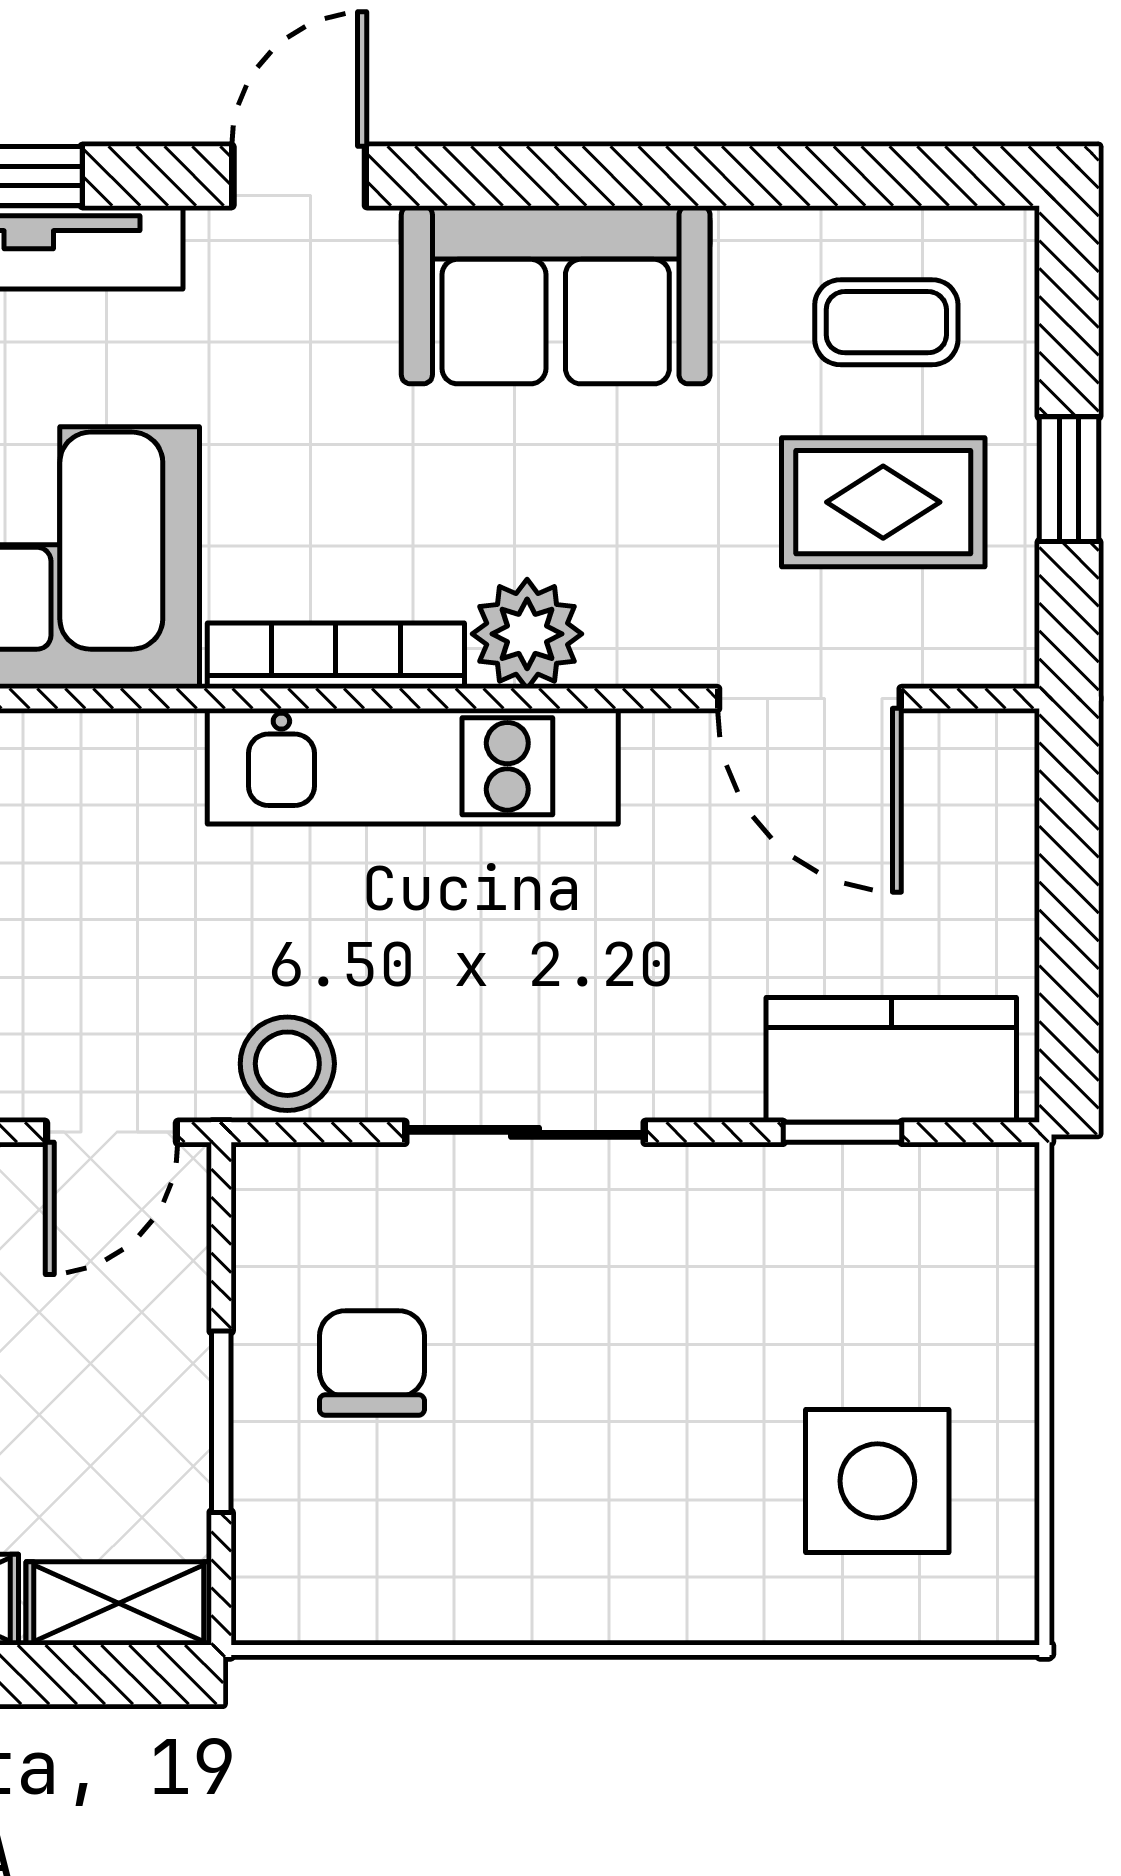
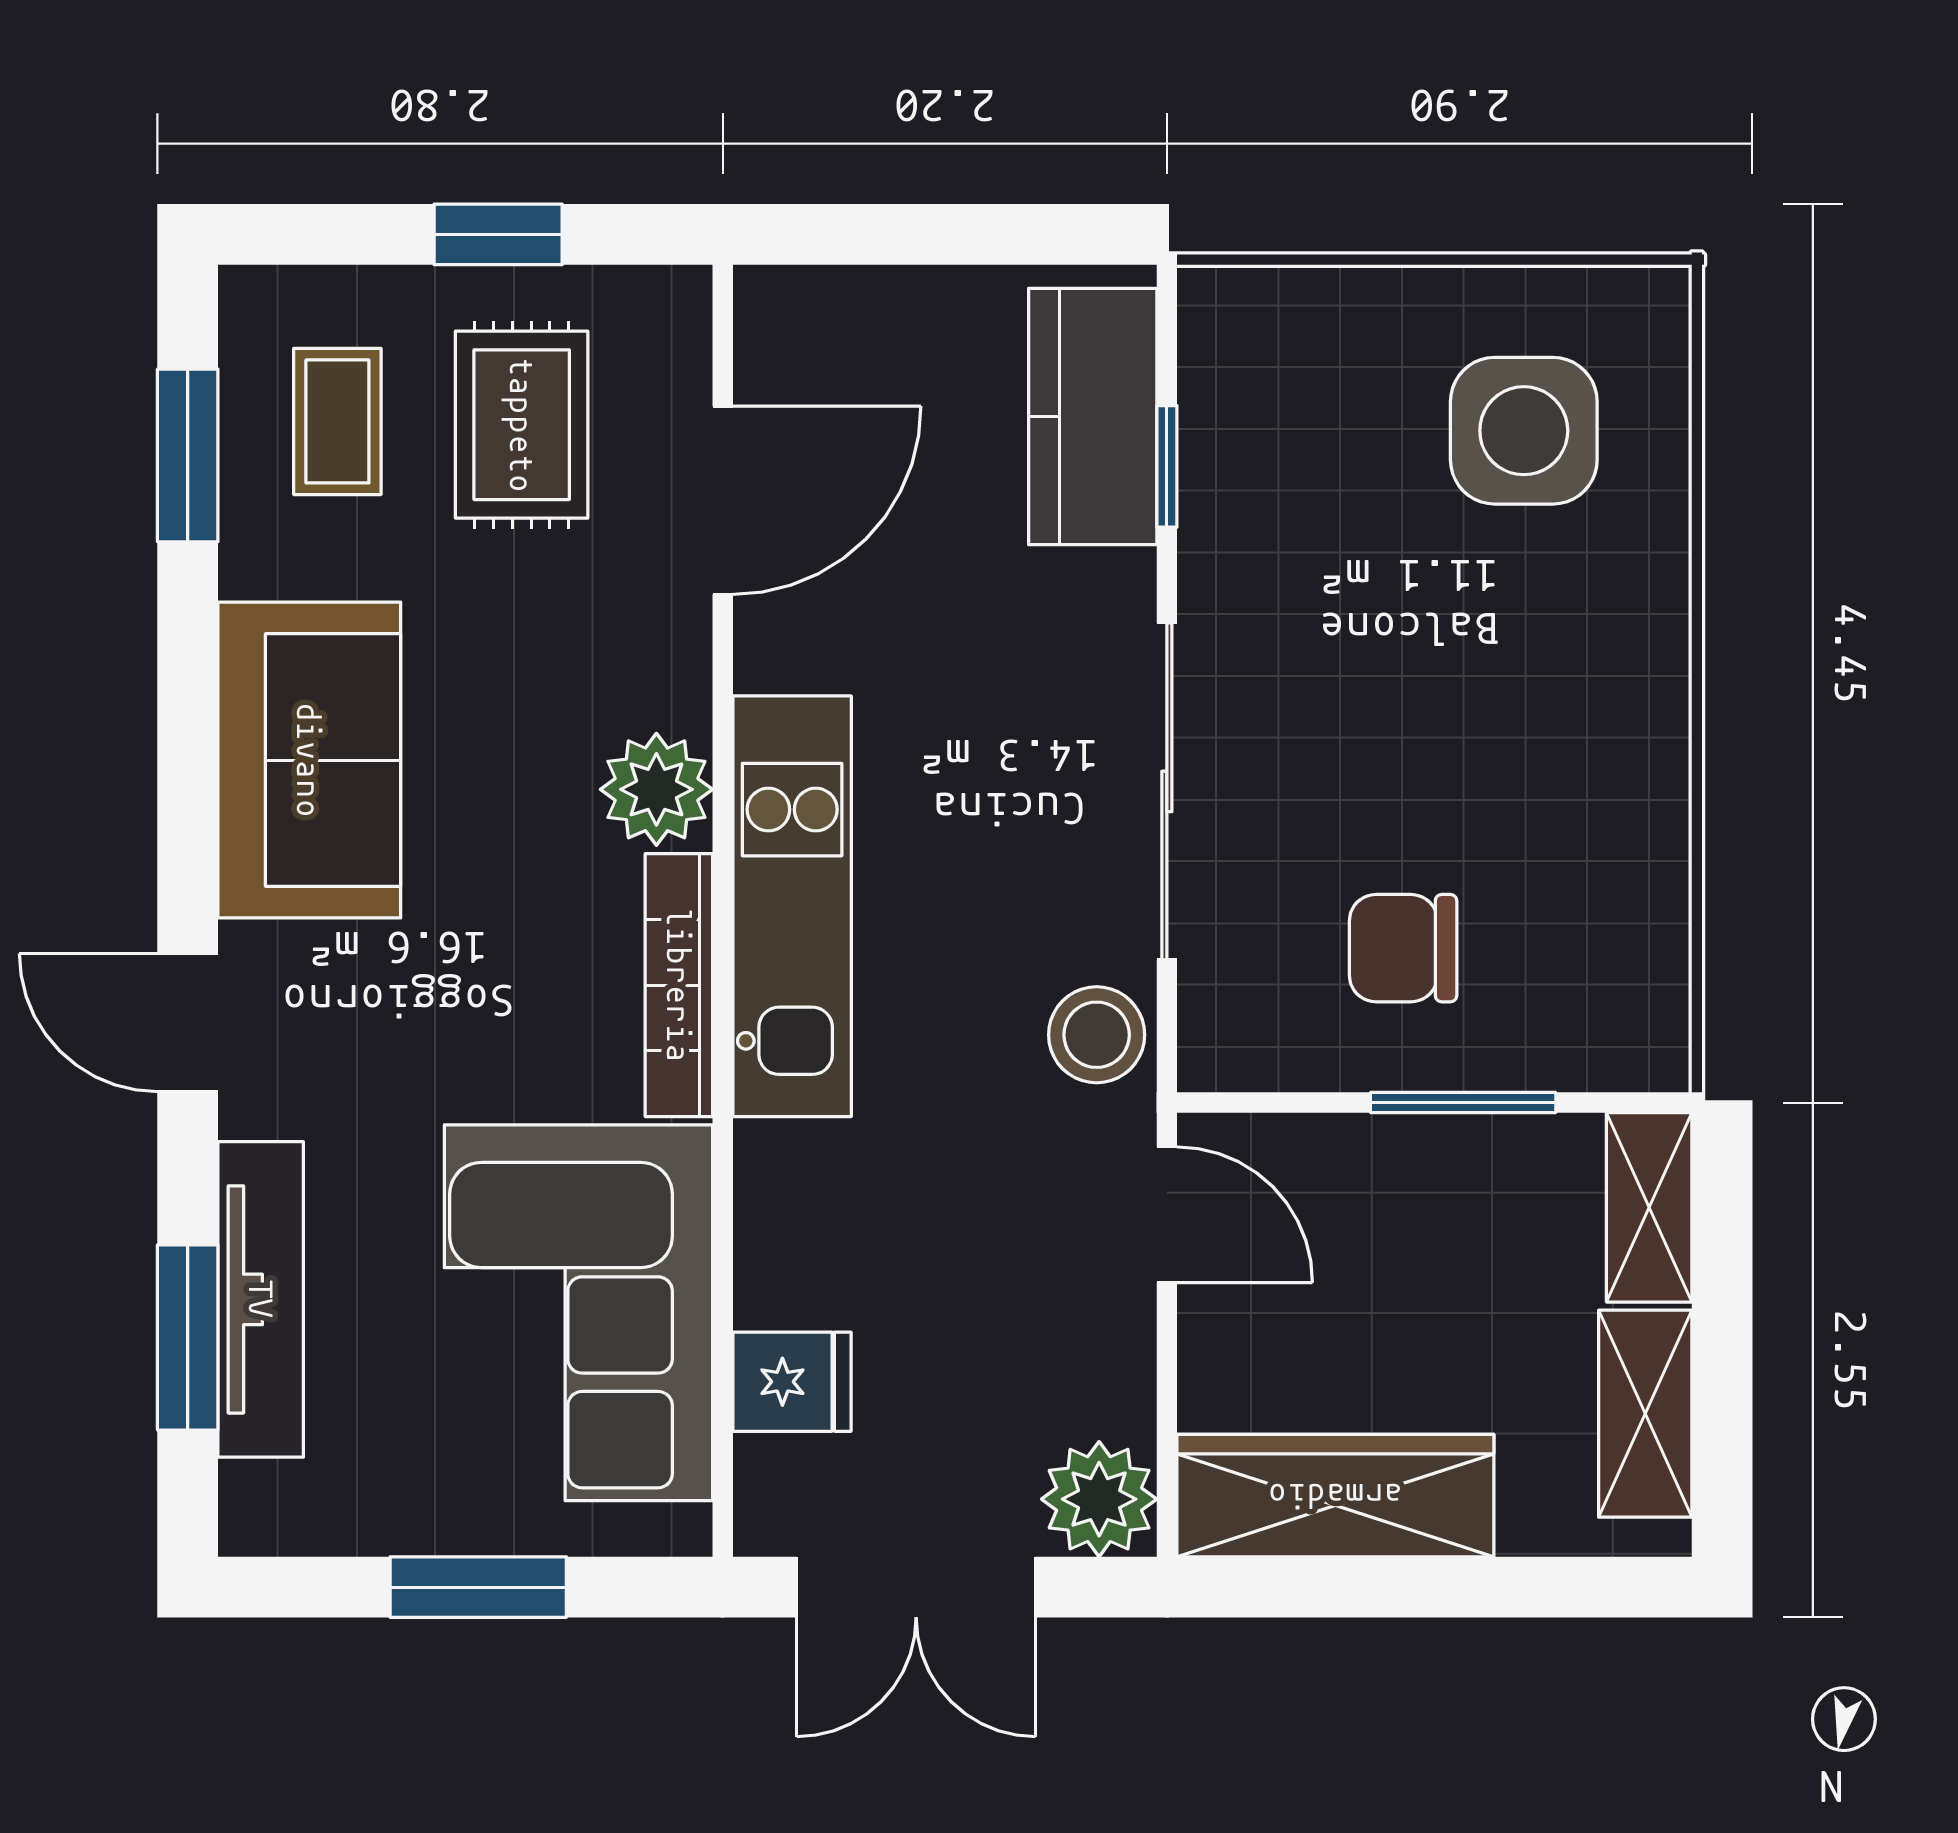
window: (853, 176) -> (188, 455), added
sliding door: (525, 1132) -> (1167, 791), width x1.37

